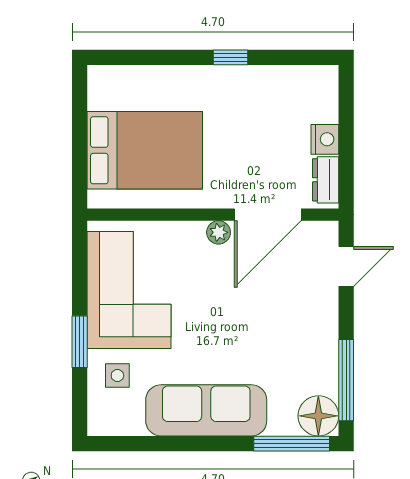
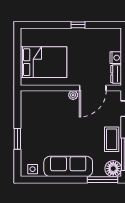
corner sofa: (129, 290) -> (37, 118), removed
coffee table: (314, 343) -> (112, 139), added
side table: (117, 375) -> (33, 169), moved

